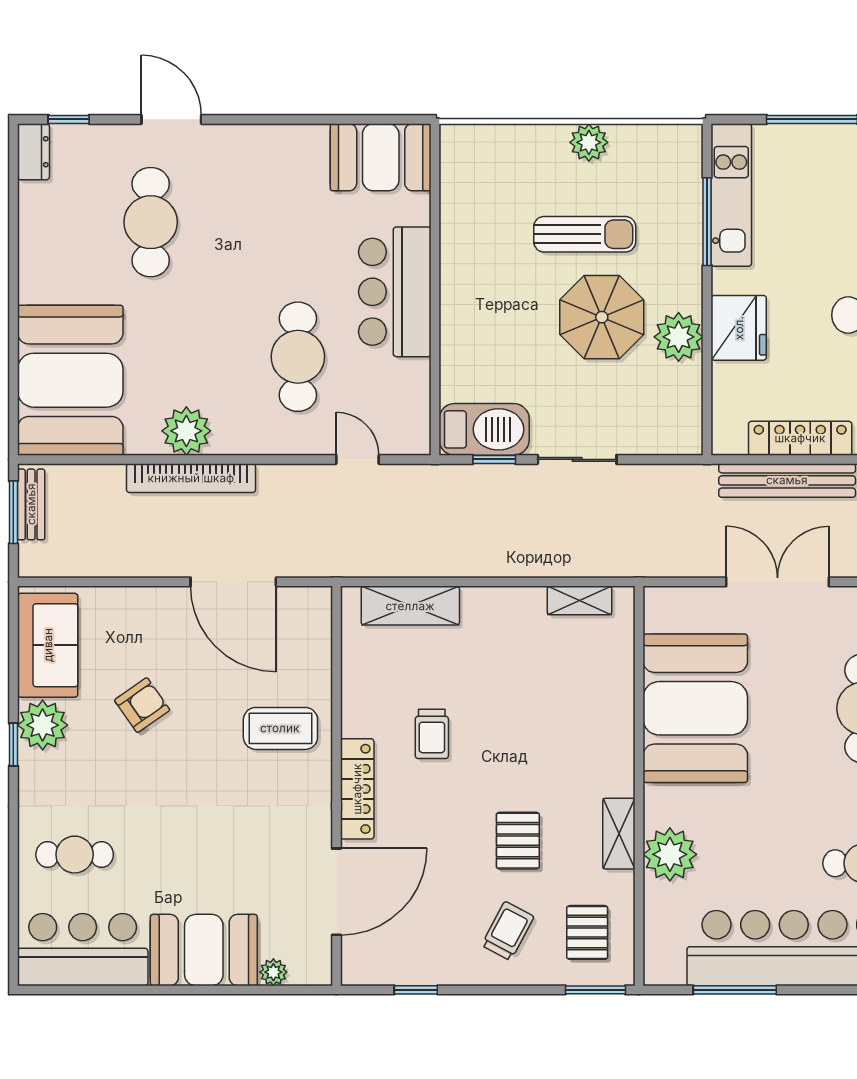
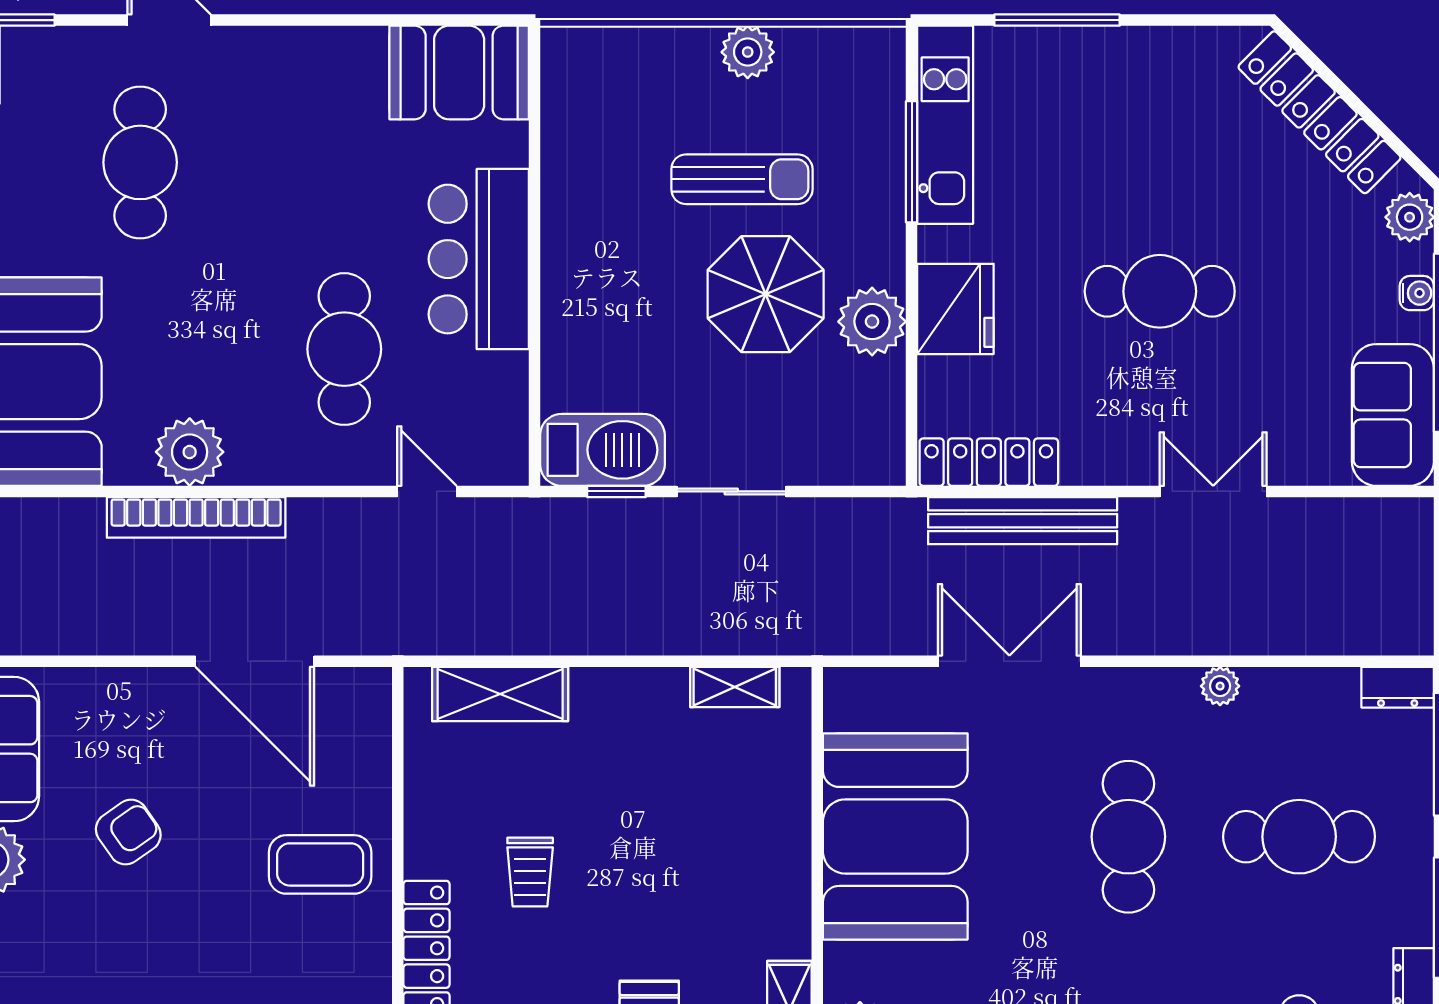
locker: (800, 438) -> (989, 462), moved

